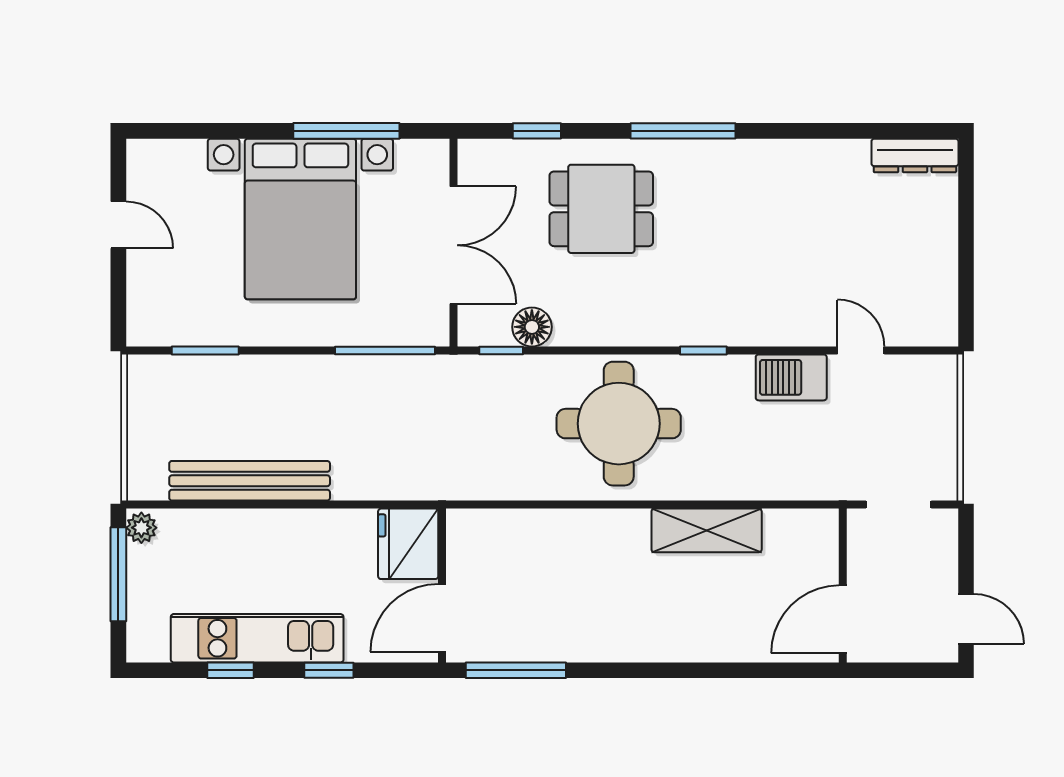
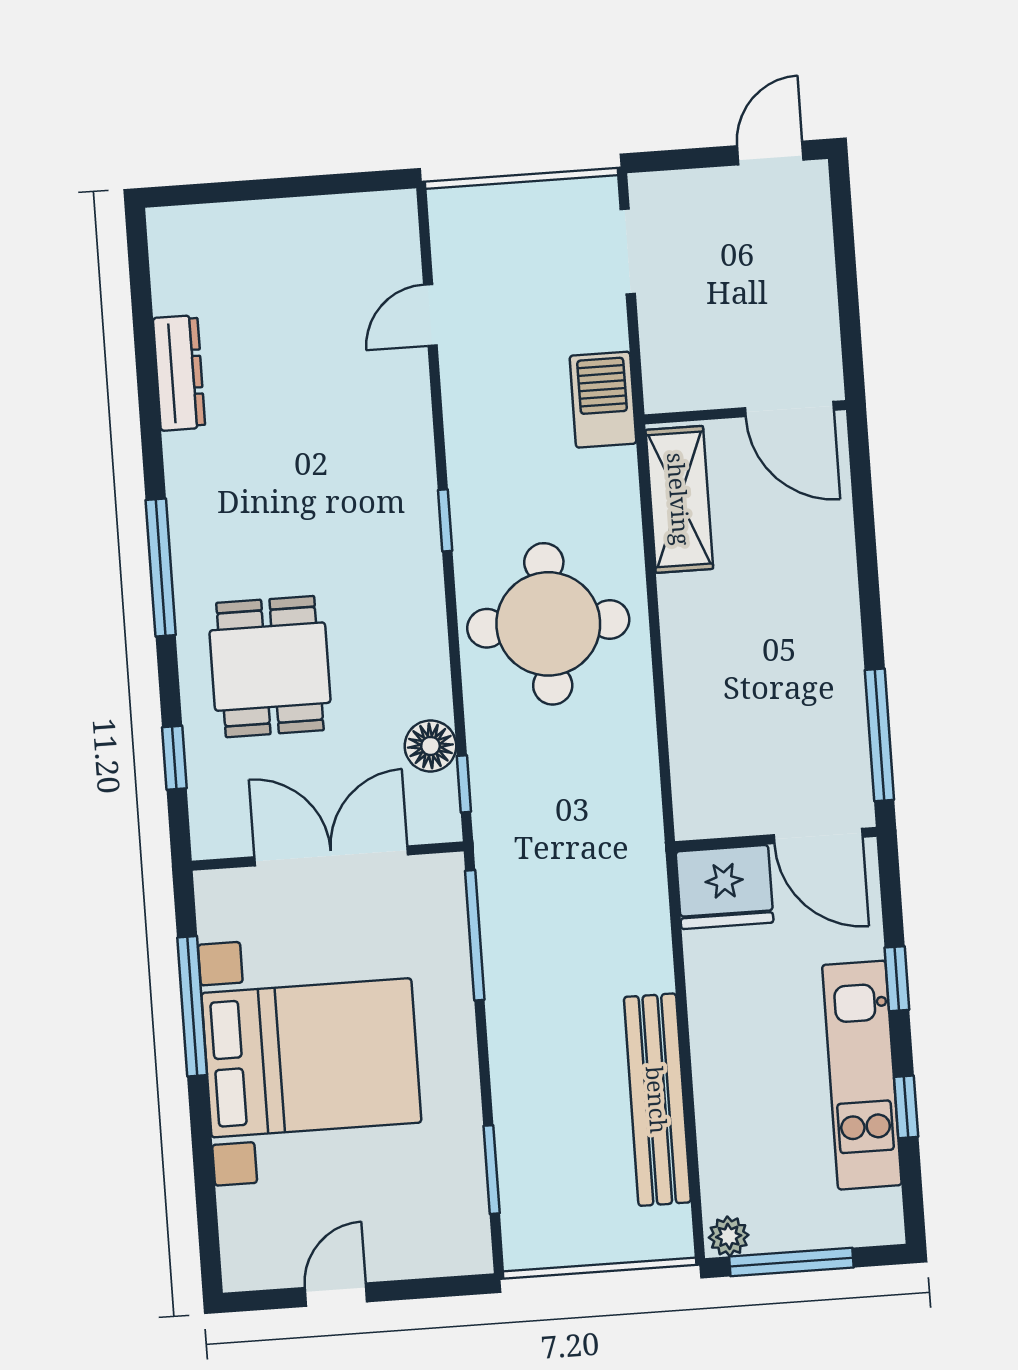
dresser: (915, 155) -> (179, 373), moved
barbecue: (791, 377) -> (603, 400), moved, turned 180
wall: (843, 585) -> (745, 412), moved
door: (843, 619) -> (789, 409), moved

